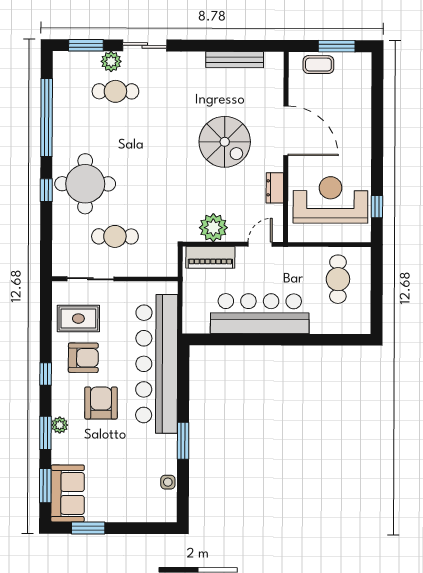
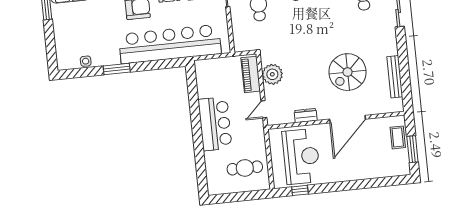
spiral stairs: (225, 142) -> (348, 72), moved
door: (260, 244) -> (264, 109), swing flipped
bar counter: (260, 314) -> (215, 124), width x0.73

